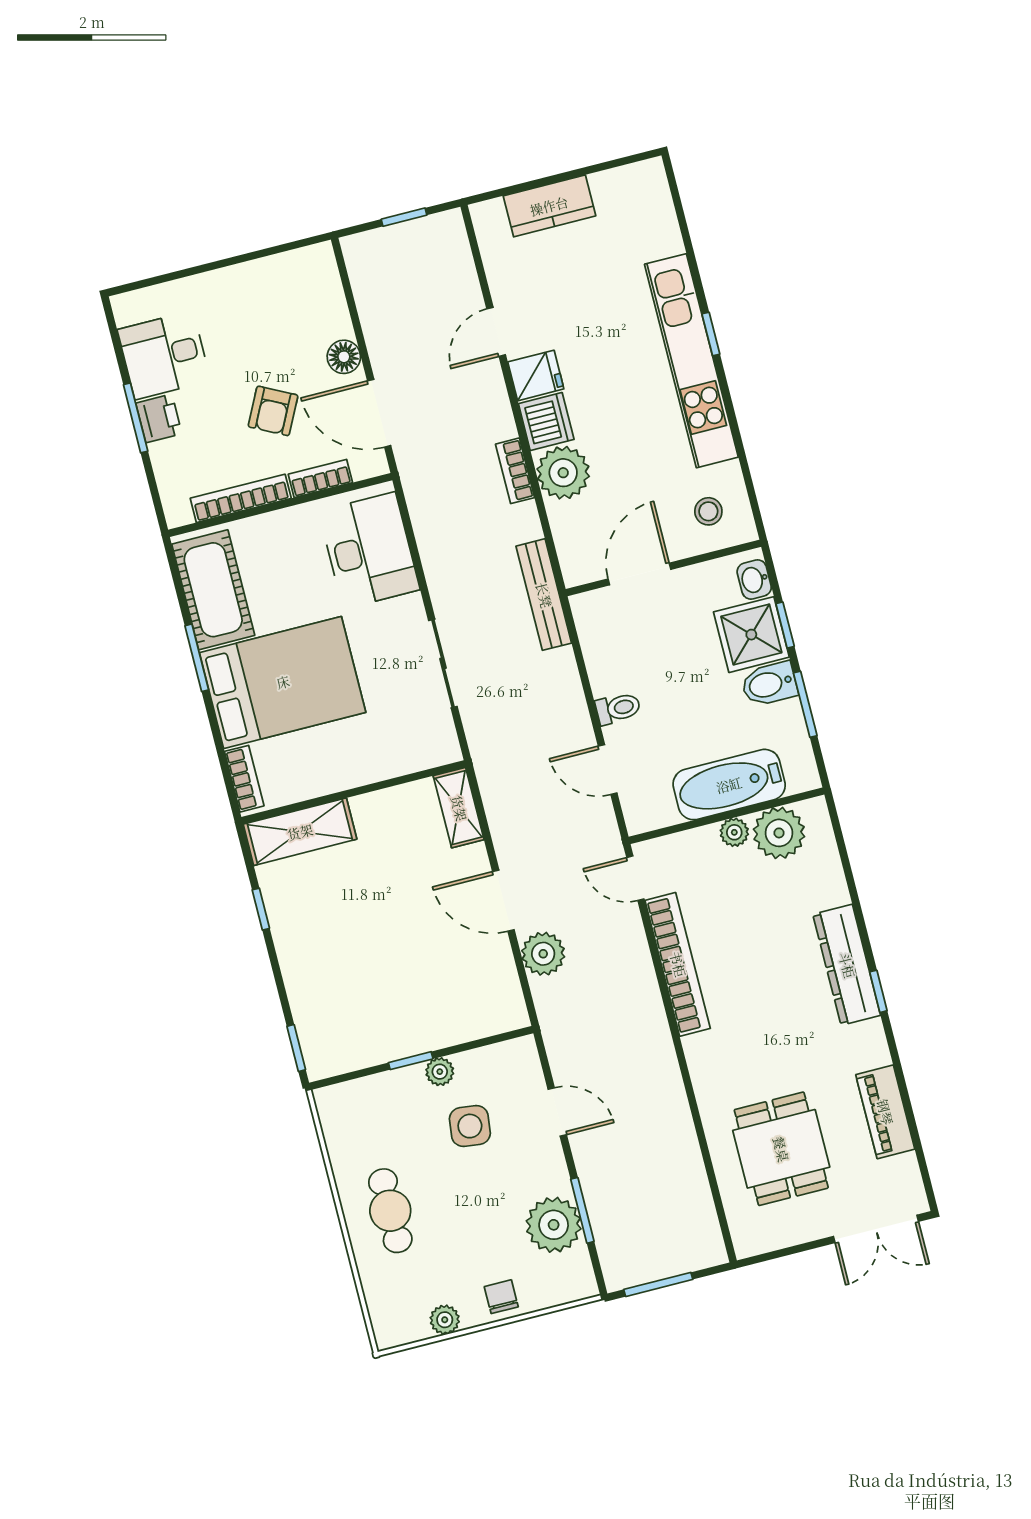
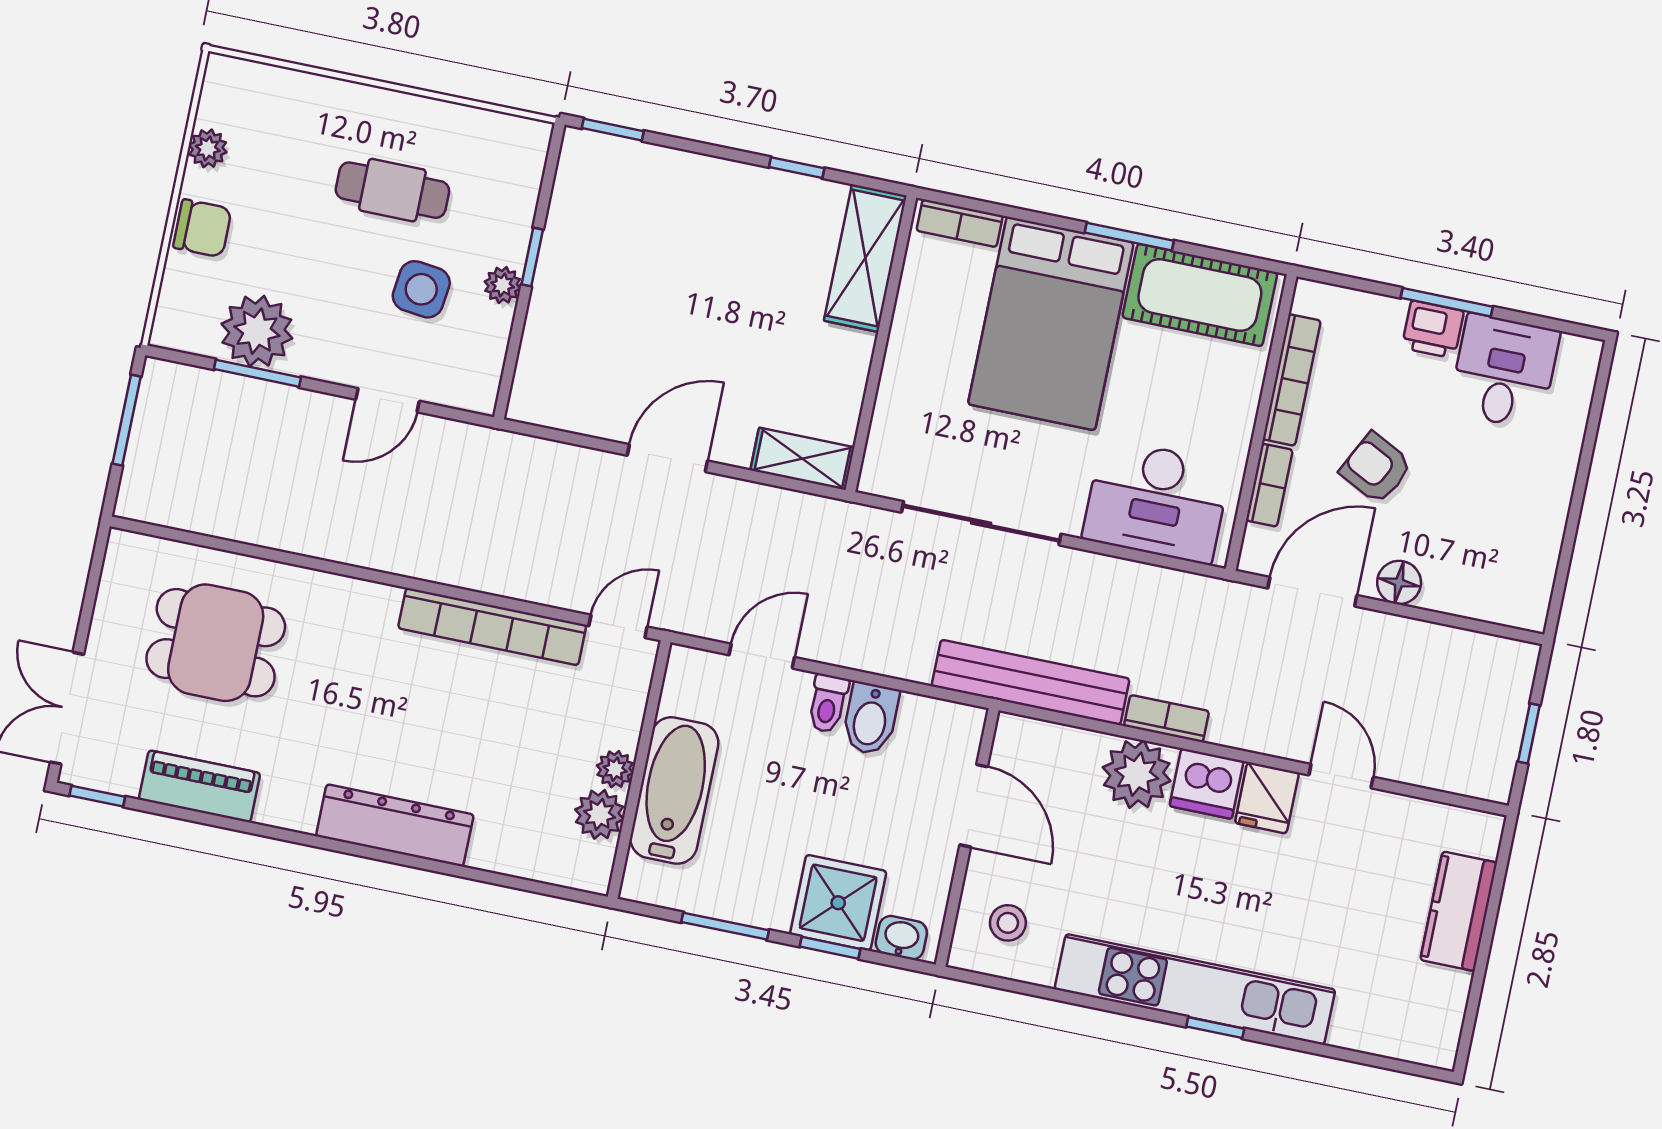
bench: (544, 595) -> (1031, 682), width x1.37, depth x1.21
sliding door: (443, 663) -> (981, 523), width x1.37
bidet: (769, 684) -> (870, 719), moved, turned 180
plant: (779, 833) -> (599, 814), width x0.73, depth x0.73
plant: (543, 954) -> (582, 474), removed
window: (878, 991) -> (97, 796), moved
cafe table: (390, 1211) -> (392, 190), moved
chair: (501, 1297) -> (202, 228), width x1.37, depth x1.37

